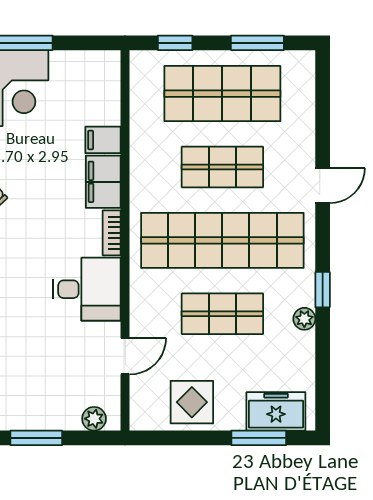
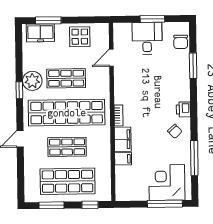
desk: (87, 289) -> (147, 38), moved, turned 90
plant: (304, 319) -> (32, 81), width x1.87, depth x1.87
plant: (94, 419) -> (125, 28), removed

